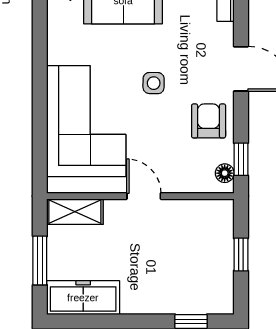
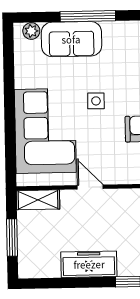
freezer: (83, 298) -> (89, 264), moved

